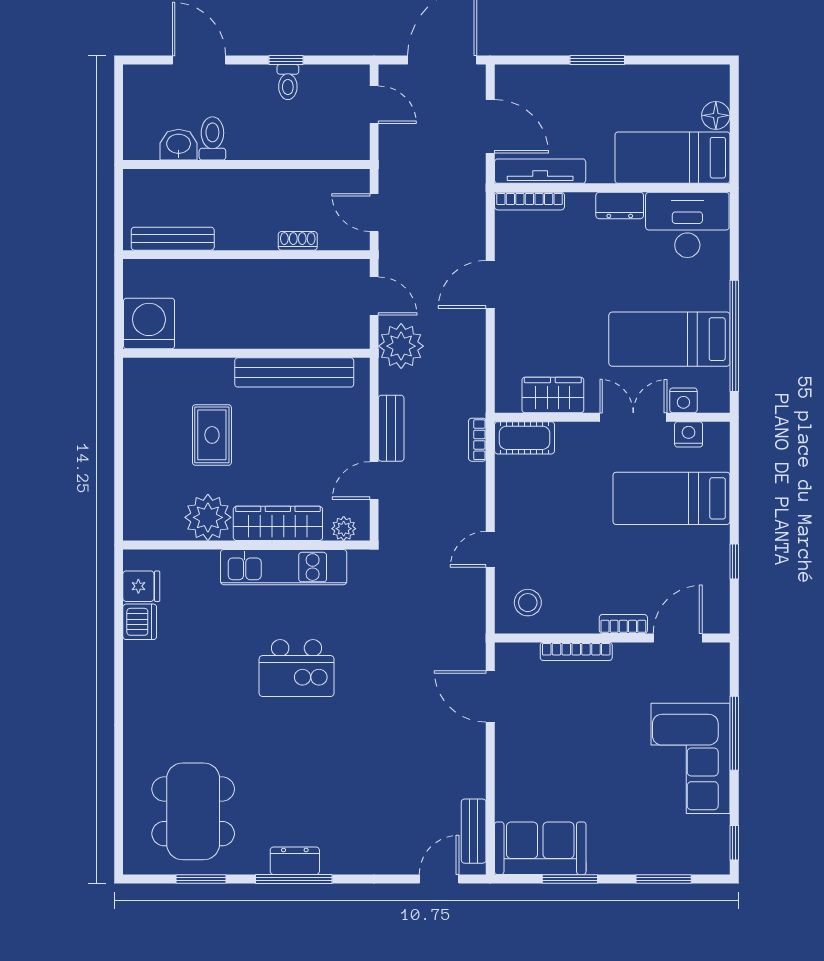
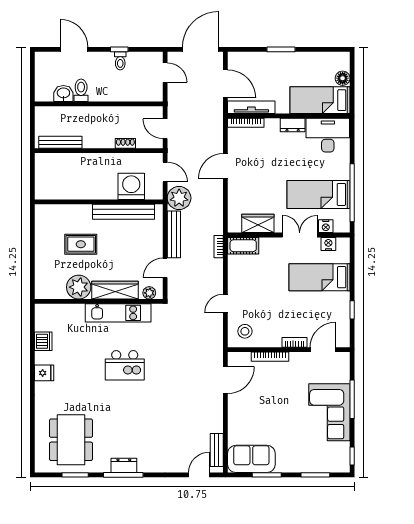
washing machine: (149, 324) -> (131, 186), moved
bench: (391, 428) -> (174, 234), width x1.36
rug: (212, 435) -> (81, 244), turned 90
fridge: (141, 586) -> (44, 373), moved
door: (490, 696) -> (225, 380), swing flipped

